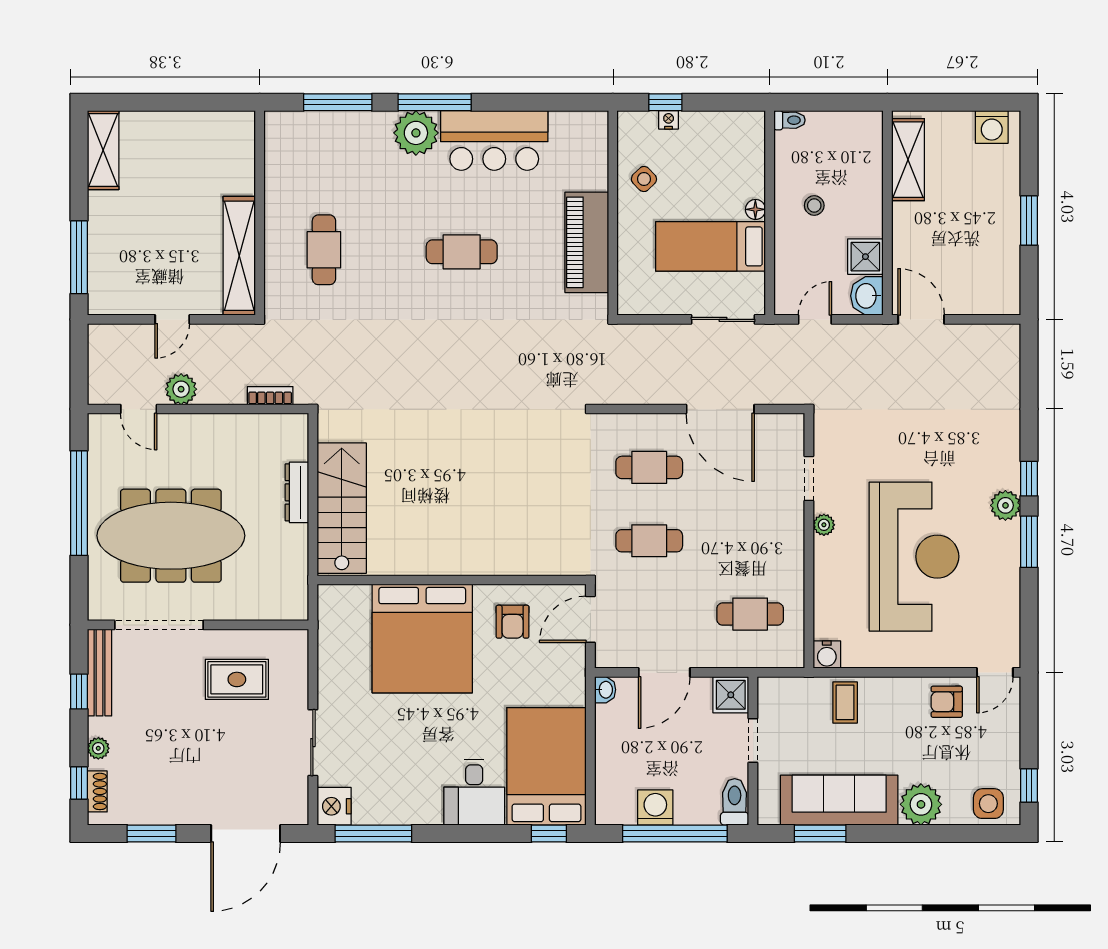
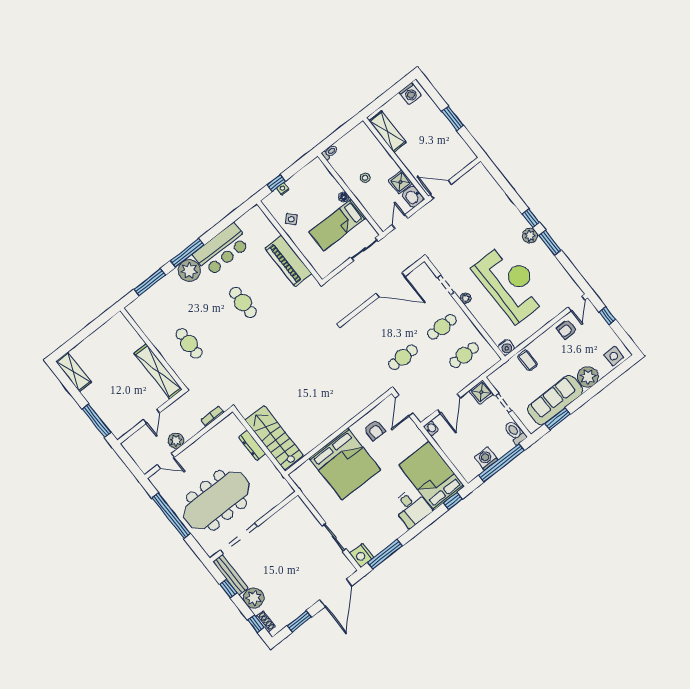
cafe table: (462, 252) -> (243, 302), turned 90
cafe table: (649, 467) -> (442, 327), moved
rug: (237, 679) -> (286, 536), removed
plant: (98, 748) -> (254, 598), width x1.88, depth x1.88
window: (1029, 786) -> (607, 316), moved

